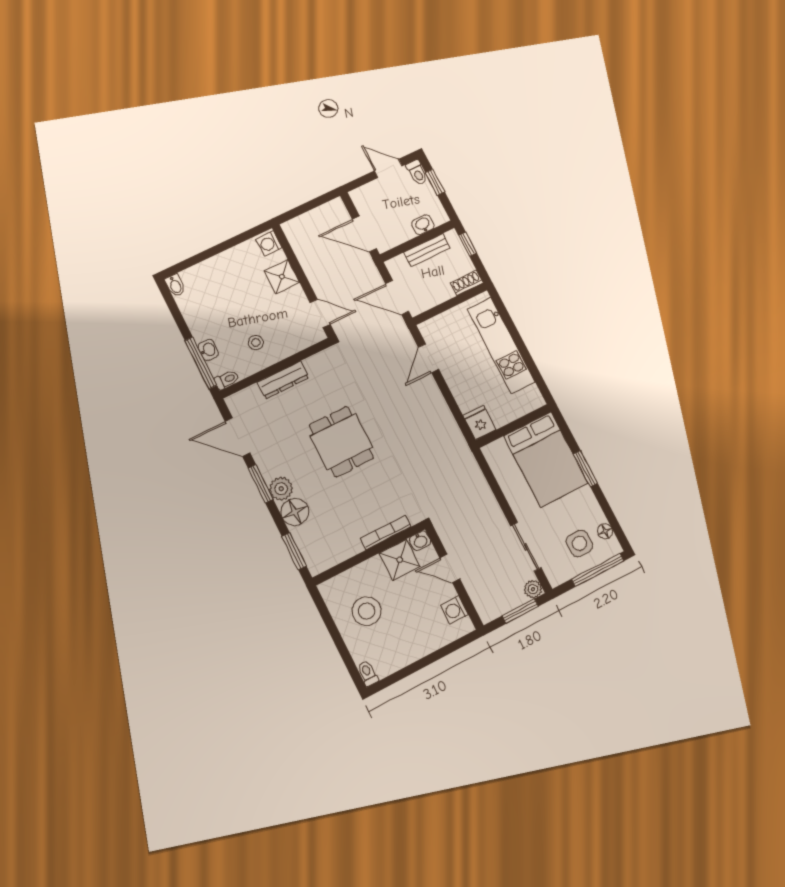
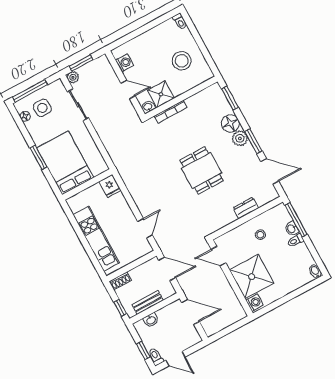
shower: (282, 277) -> (252, 277), width x1.86, depth x1.86
toilet: (227, 380) -> (295, 241), moved
dresser: (283, 380) -> (246, 208), width x0.70

